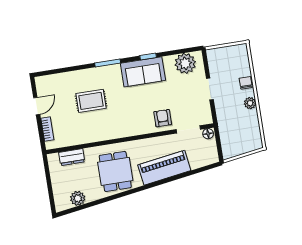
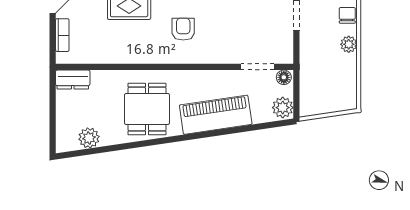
armchair: (163, 118) -> (183, 29), moved
plant: (211, 155) -> (283, 108), added
dresser: (72, 157) -> (73, 80), moved

